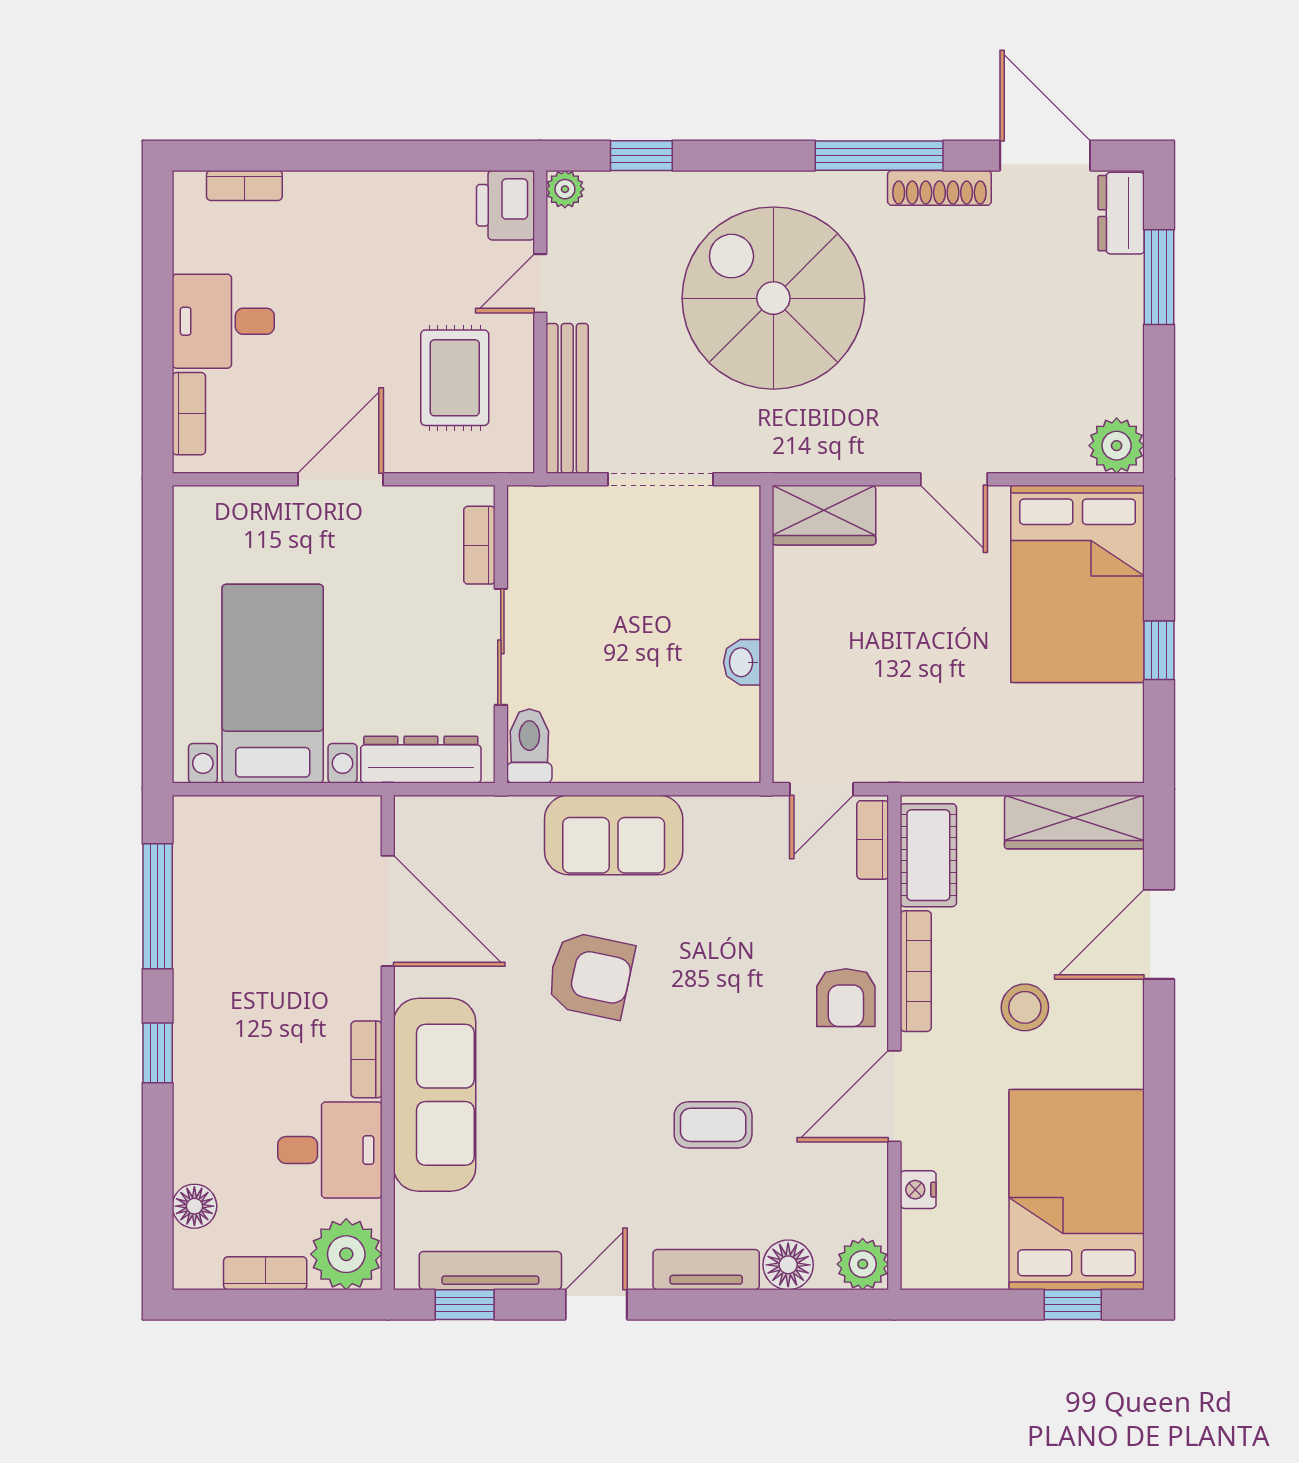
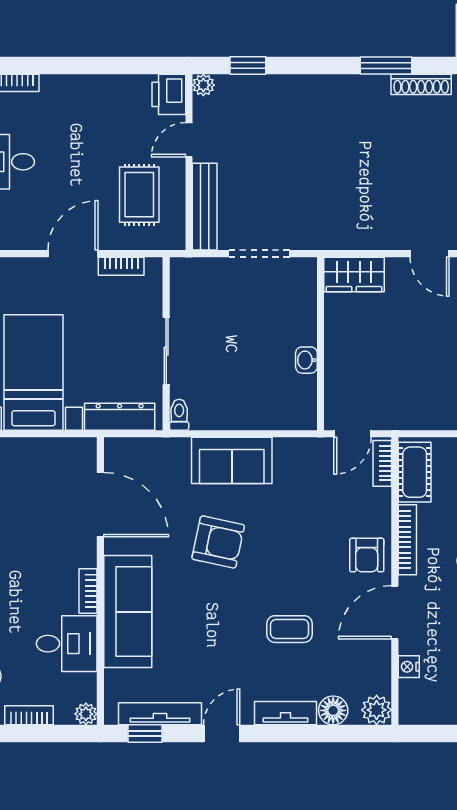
window: (879, 156) -> (386, 65), width x0.69
spiral stairs: (773, 298) -> (325, 148), removed
bookcase: (479, 545) -> (121, 266), moved, turned -90
toilet: (529, 746) -> (179, 415), width x0.73, depth x0.72
plant: (346, 1254) -> (86, 714), width x0.53, depth x0.53

